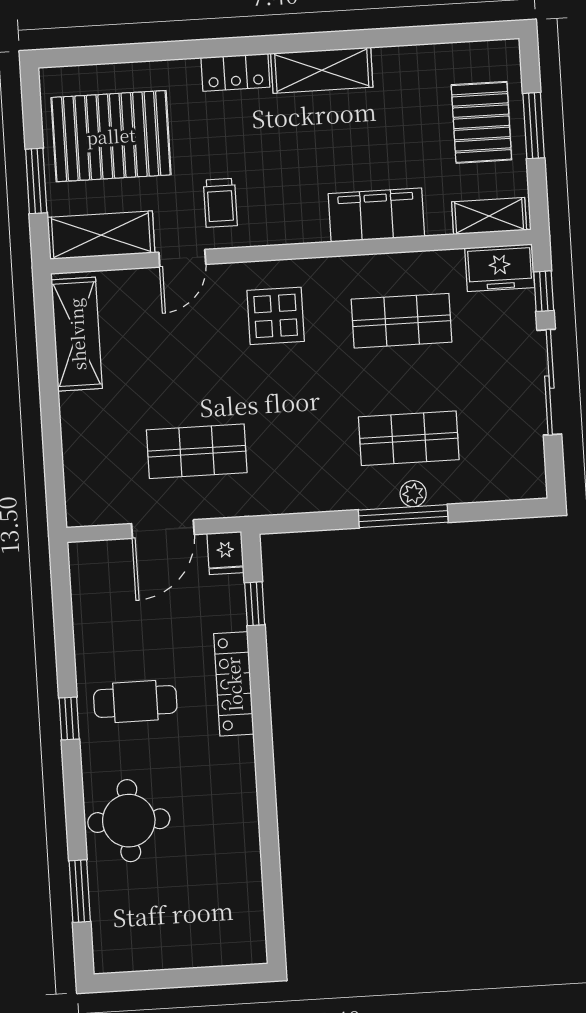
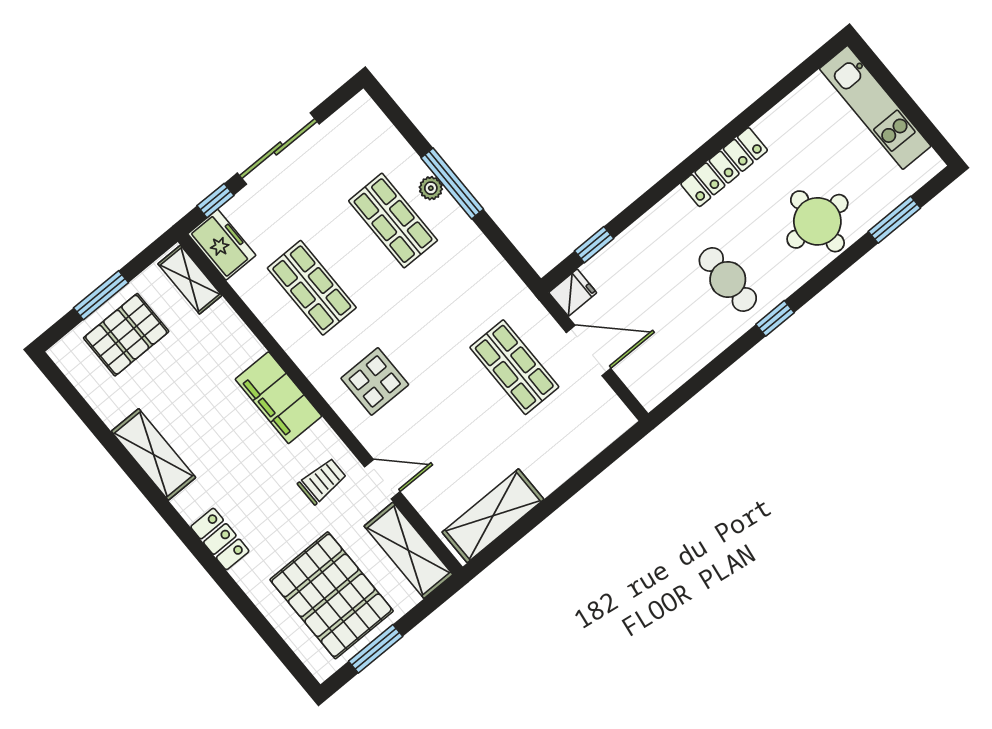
shelving: (322, 70) -> (154, 454), moved
window: (36, 181) -> (376, 649), moved
filing cabinet: (376, 215) -> (278, 398), moved
locker: (234, 684) -> (724, 167), moved
kitchen unit: (194, 948) -> (875, 107), added

